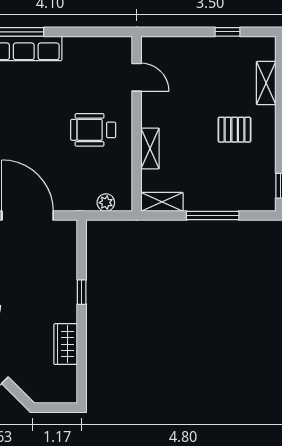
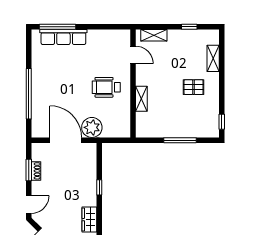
shelving: (162, 202) -> (154, 35), moved
plant: (106, 203) -> (92, 127), moved, width x1.88, depth x1.88

